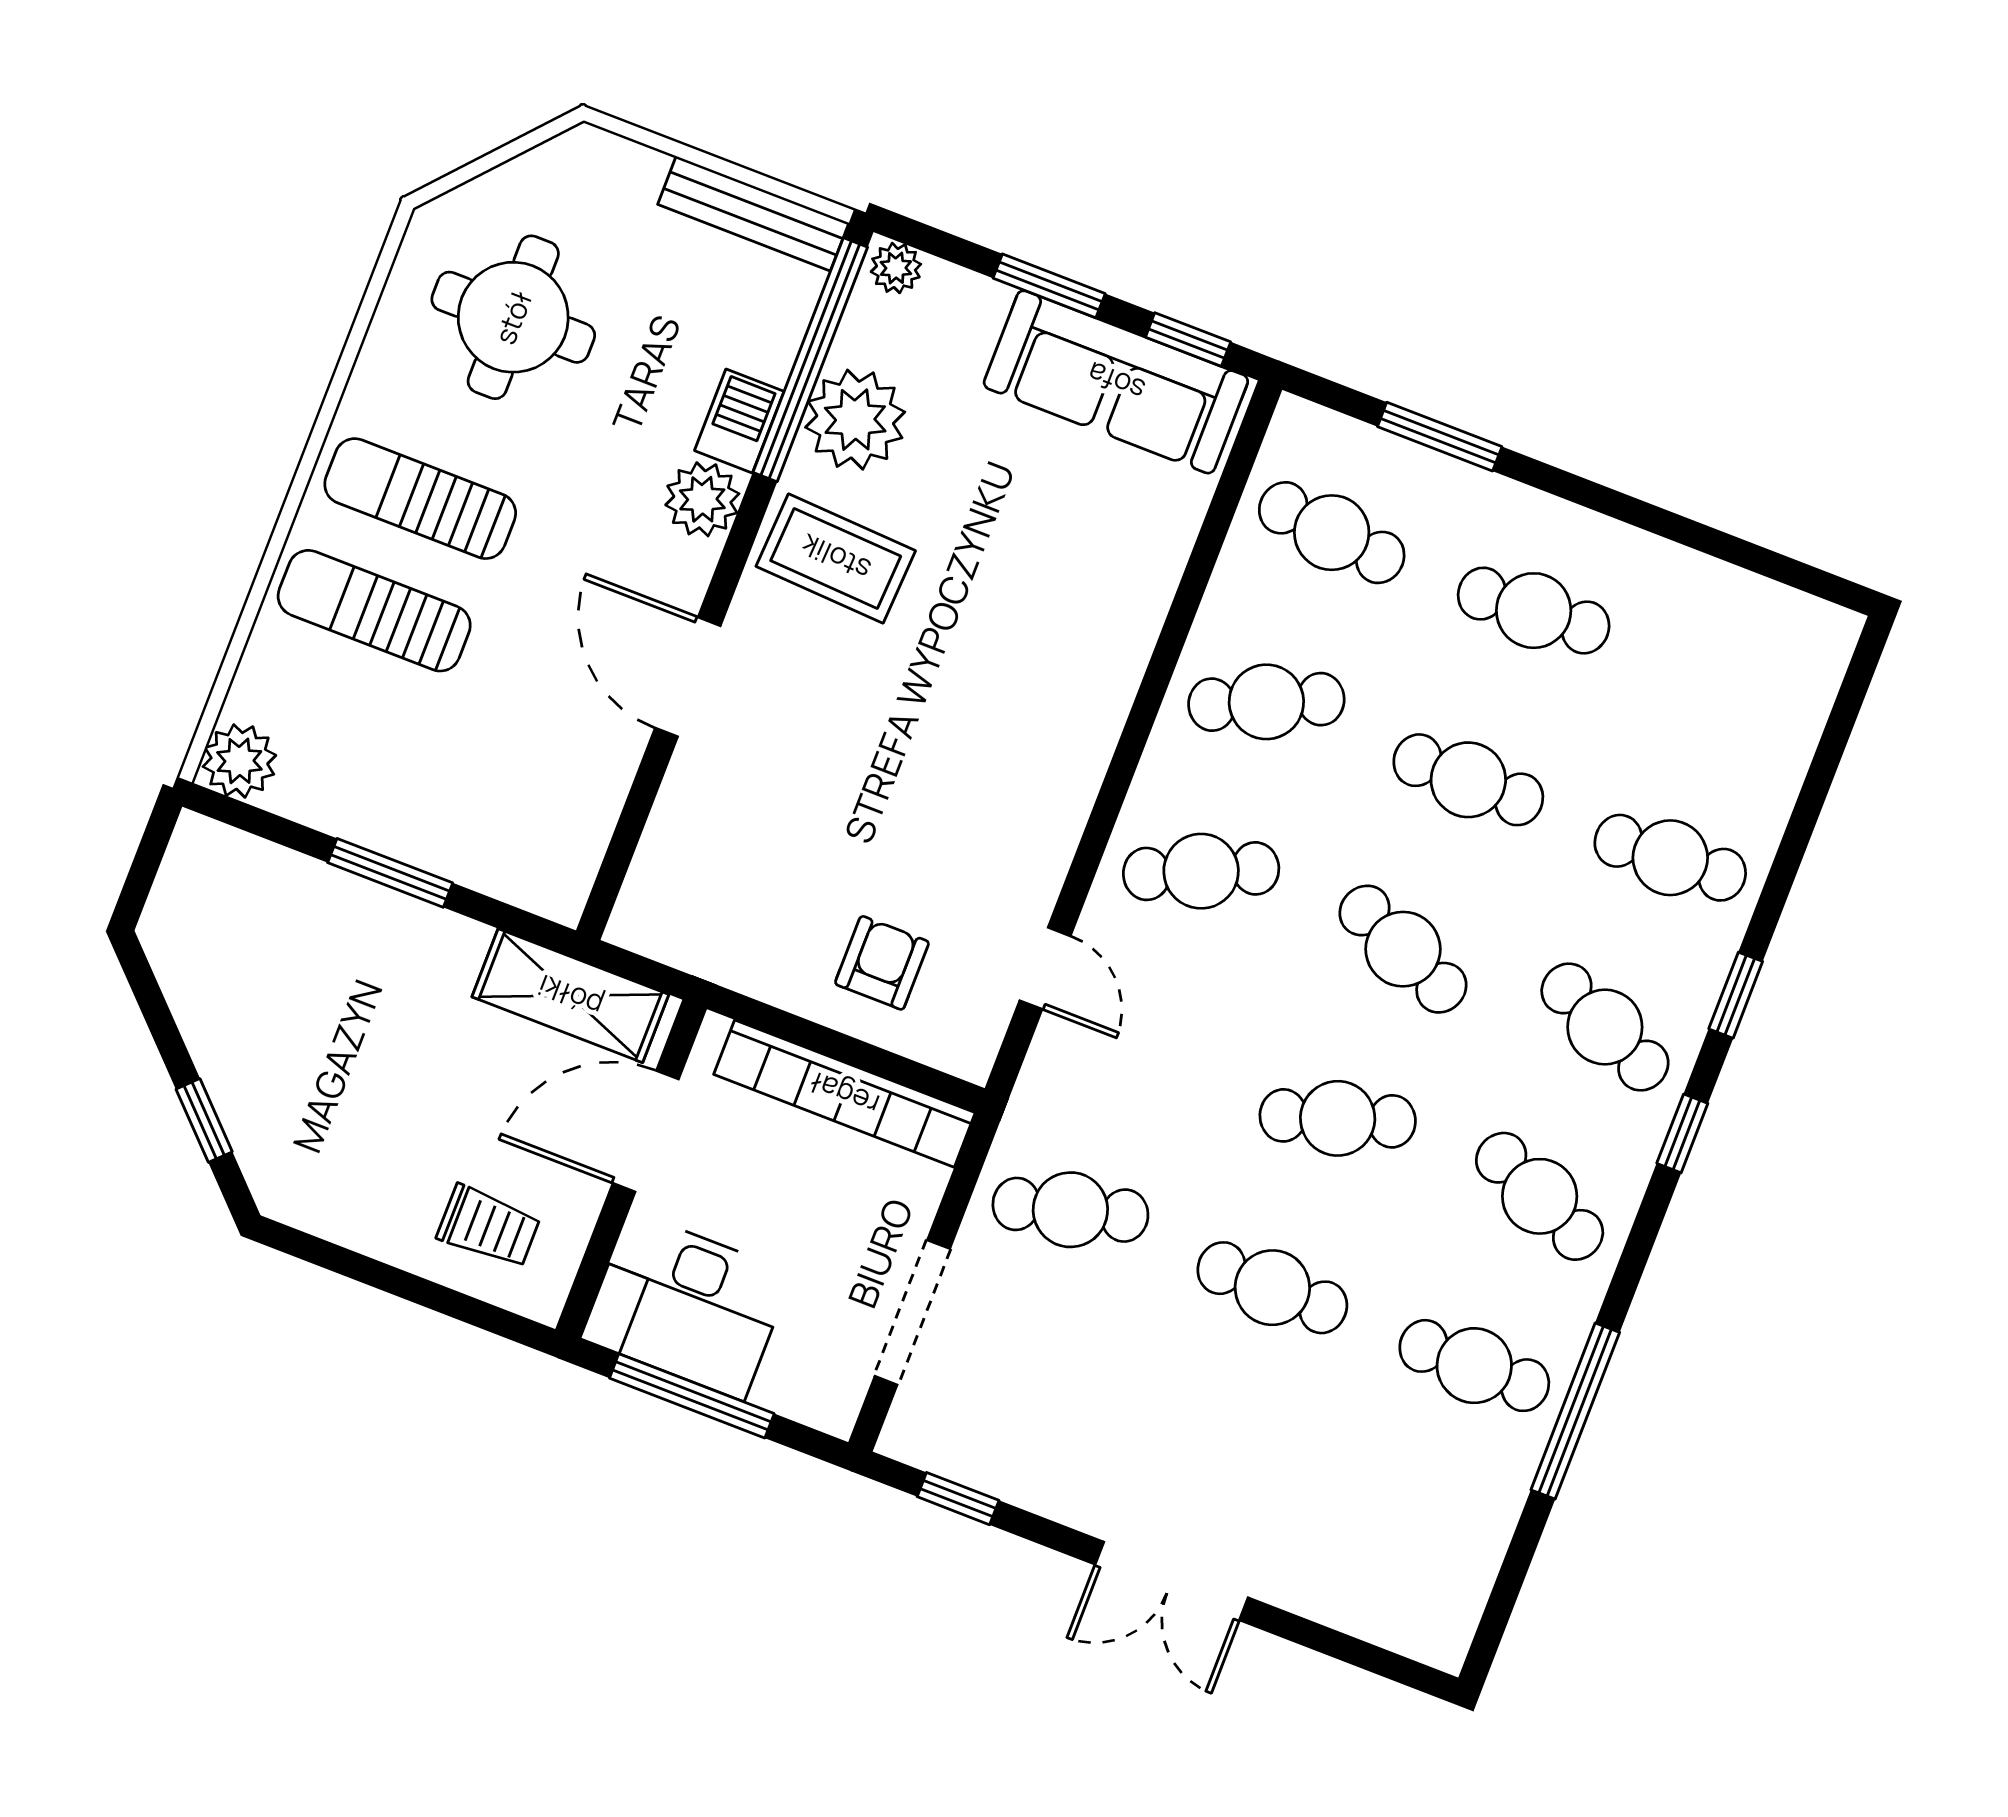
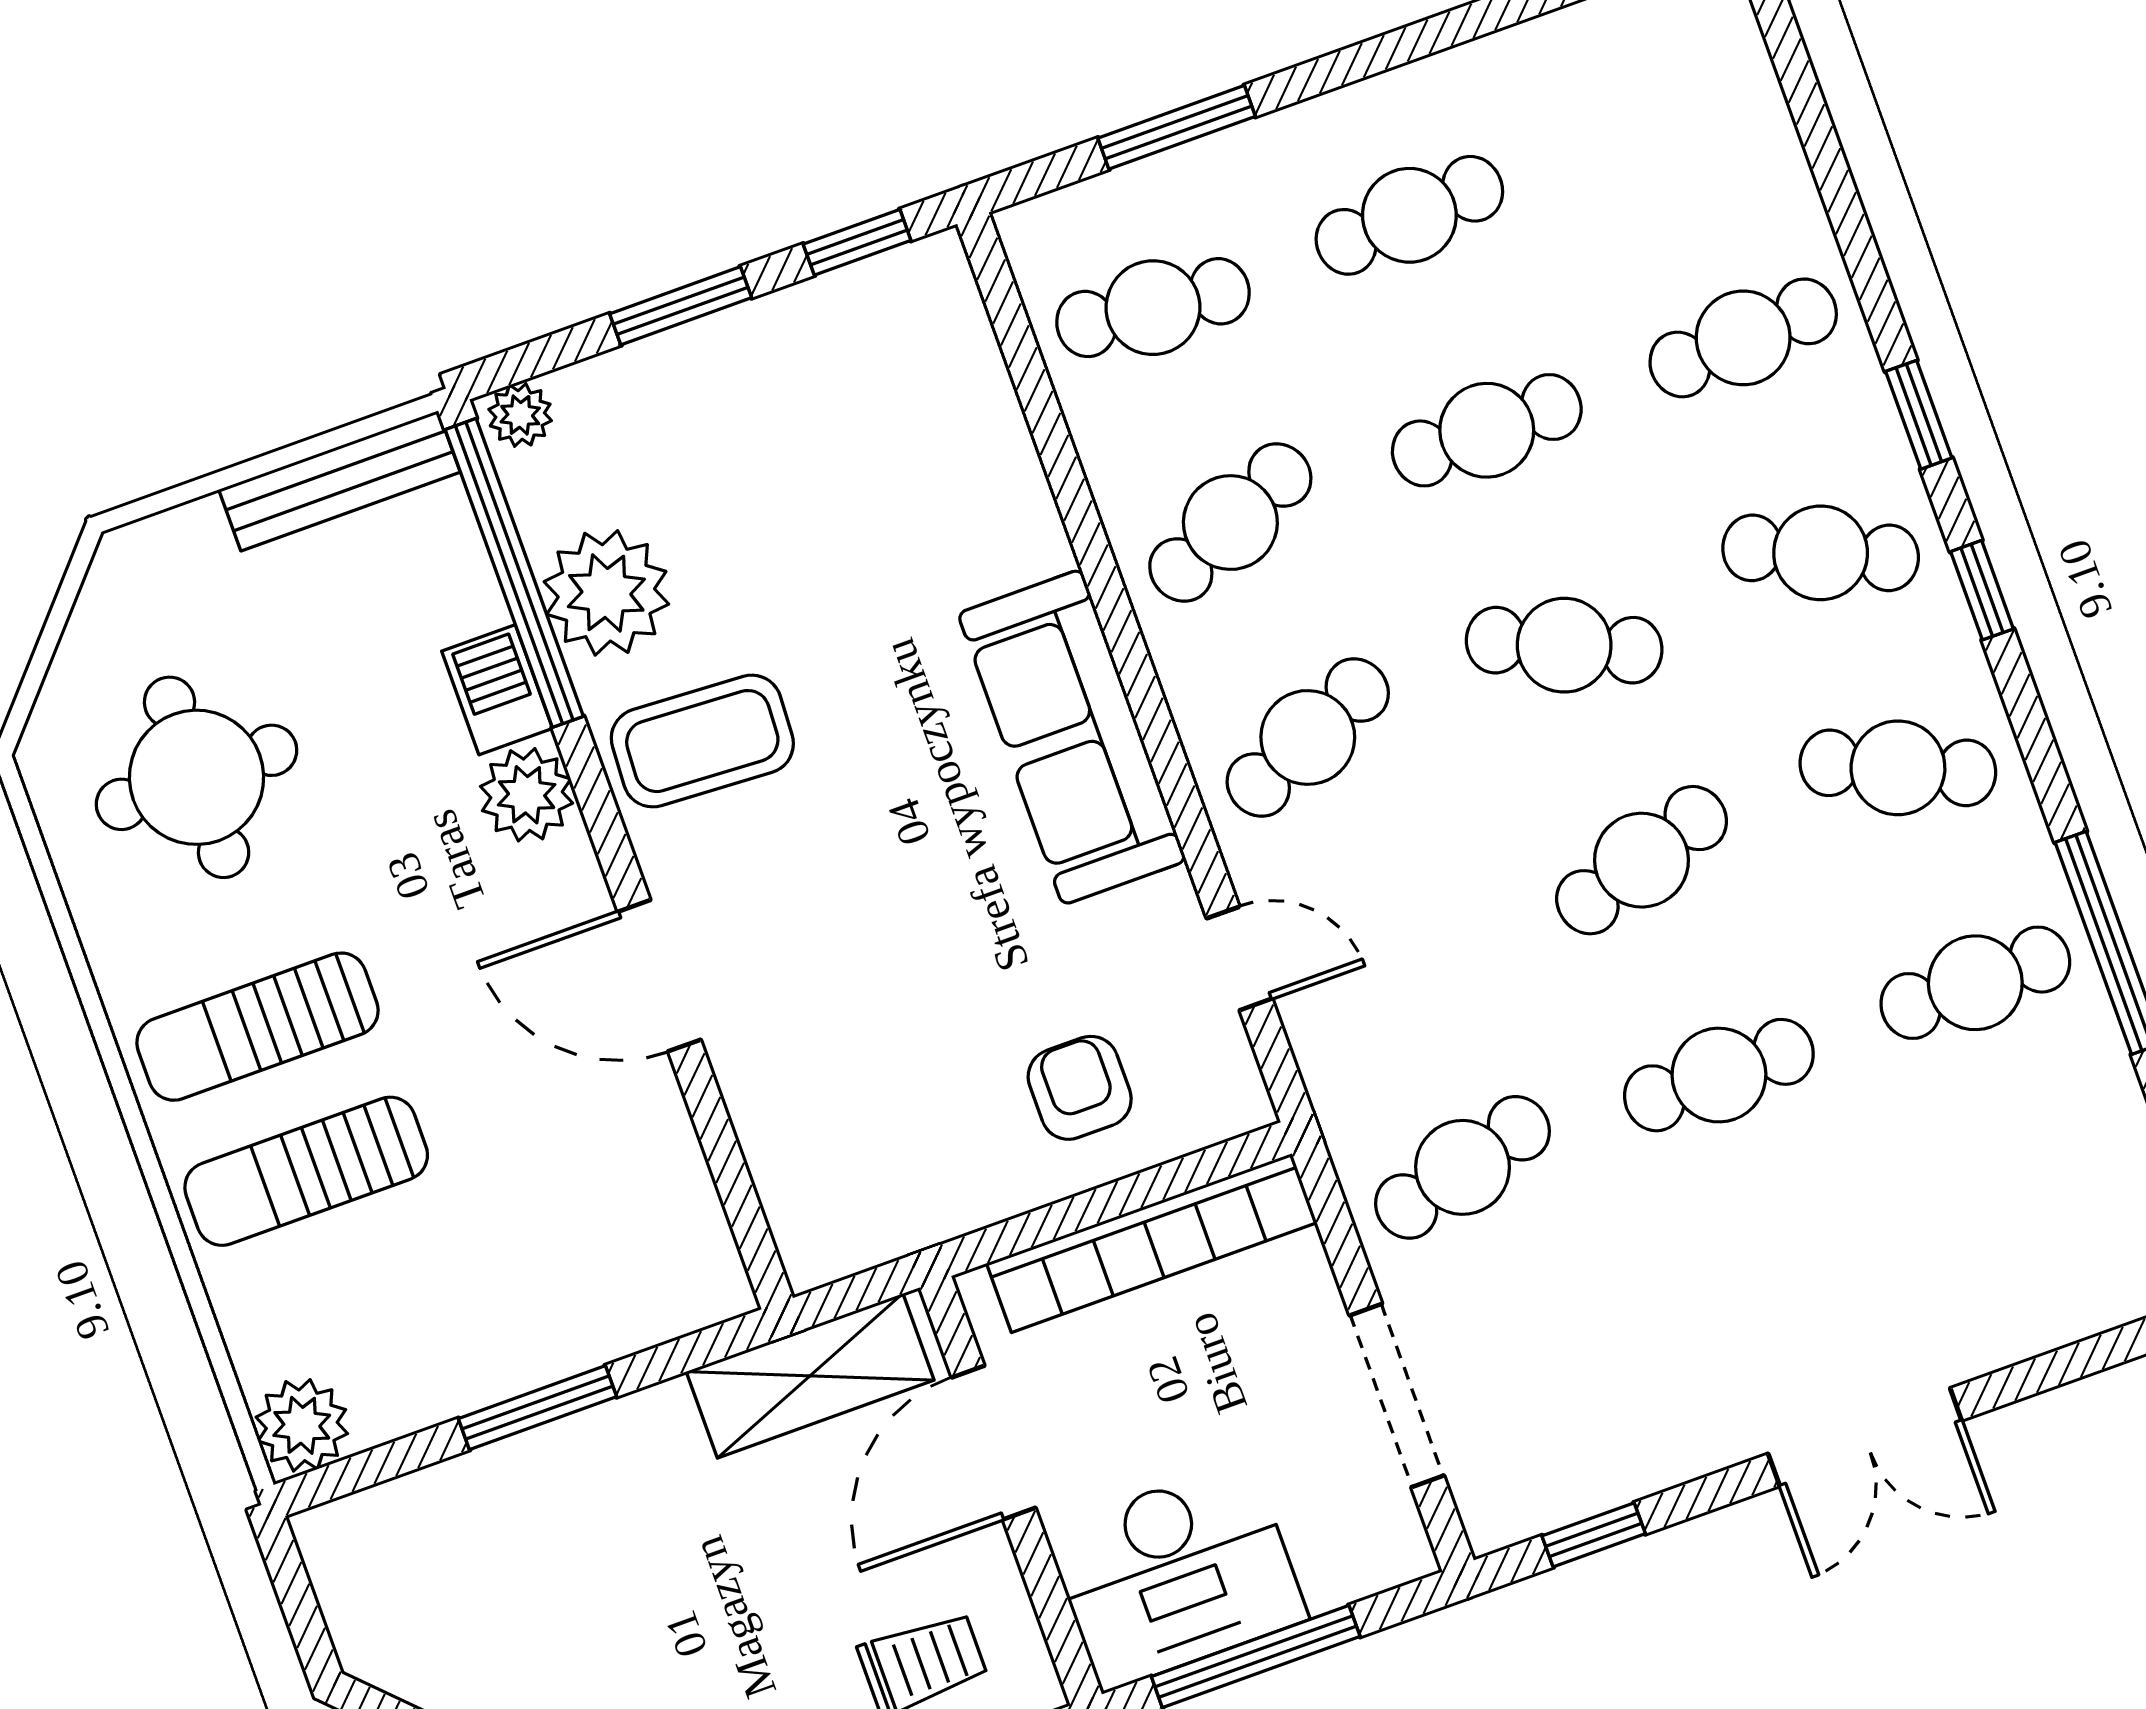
sofa: (1116, 382) -> (1072, 737), moved, turned 90

